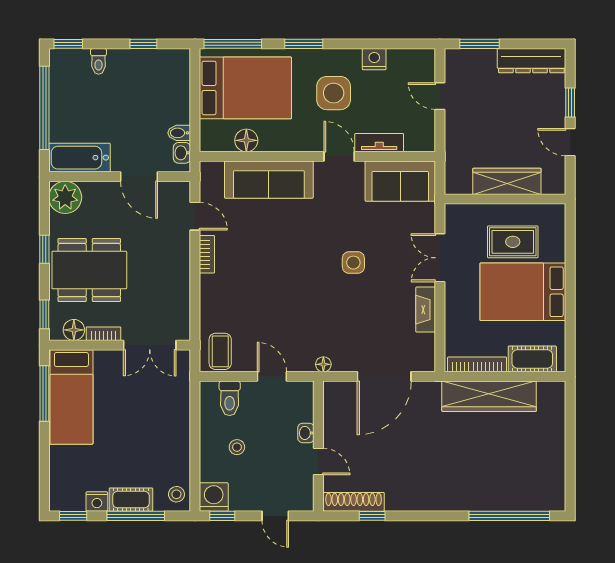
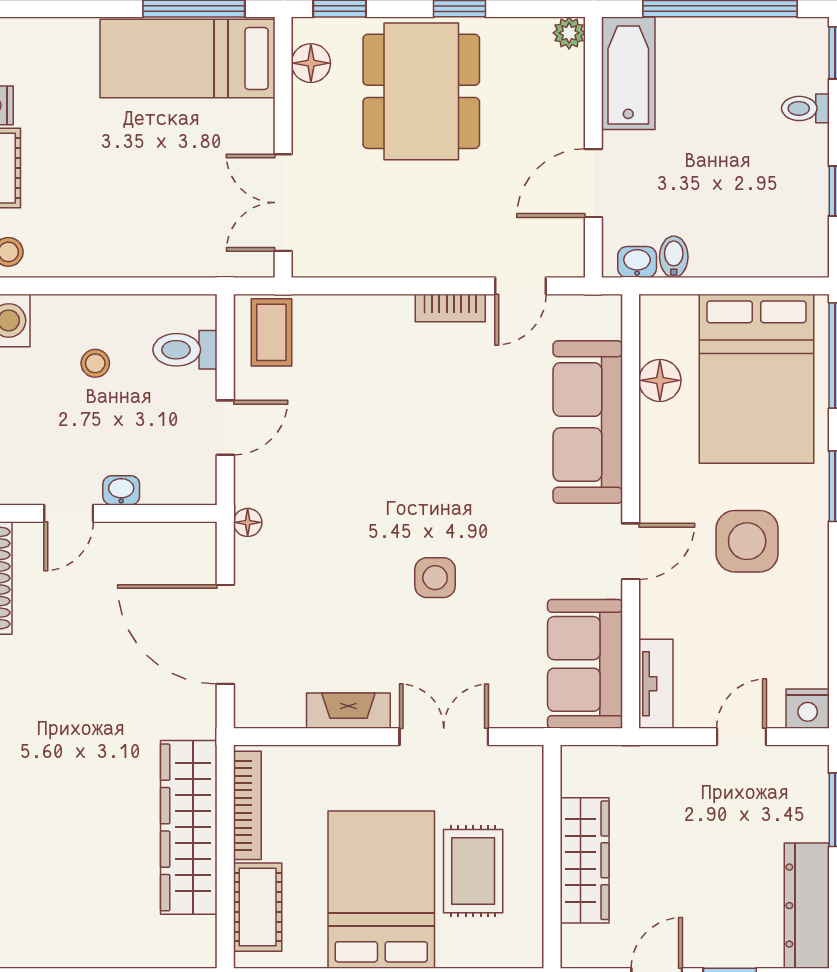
nightstand: (374, 59) -> (808, 709), moved, turned 90
tv unit: (379, 143) -> (656, 684), moved
plant: (65, 197) -> (569, 33), width x0.53, depth x0.53
bookcase: (104, 334) -> (304, 118), removed
coffee table: (220, 351) -> (271, 332), turned 90

